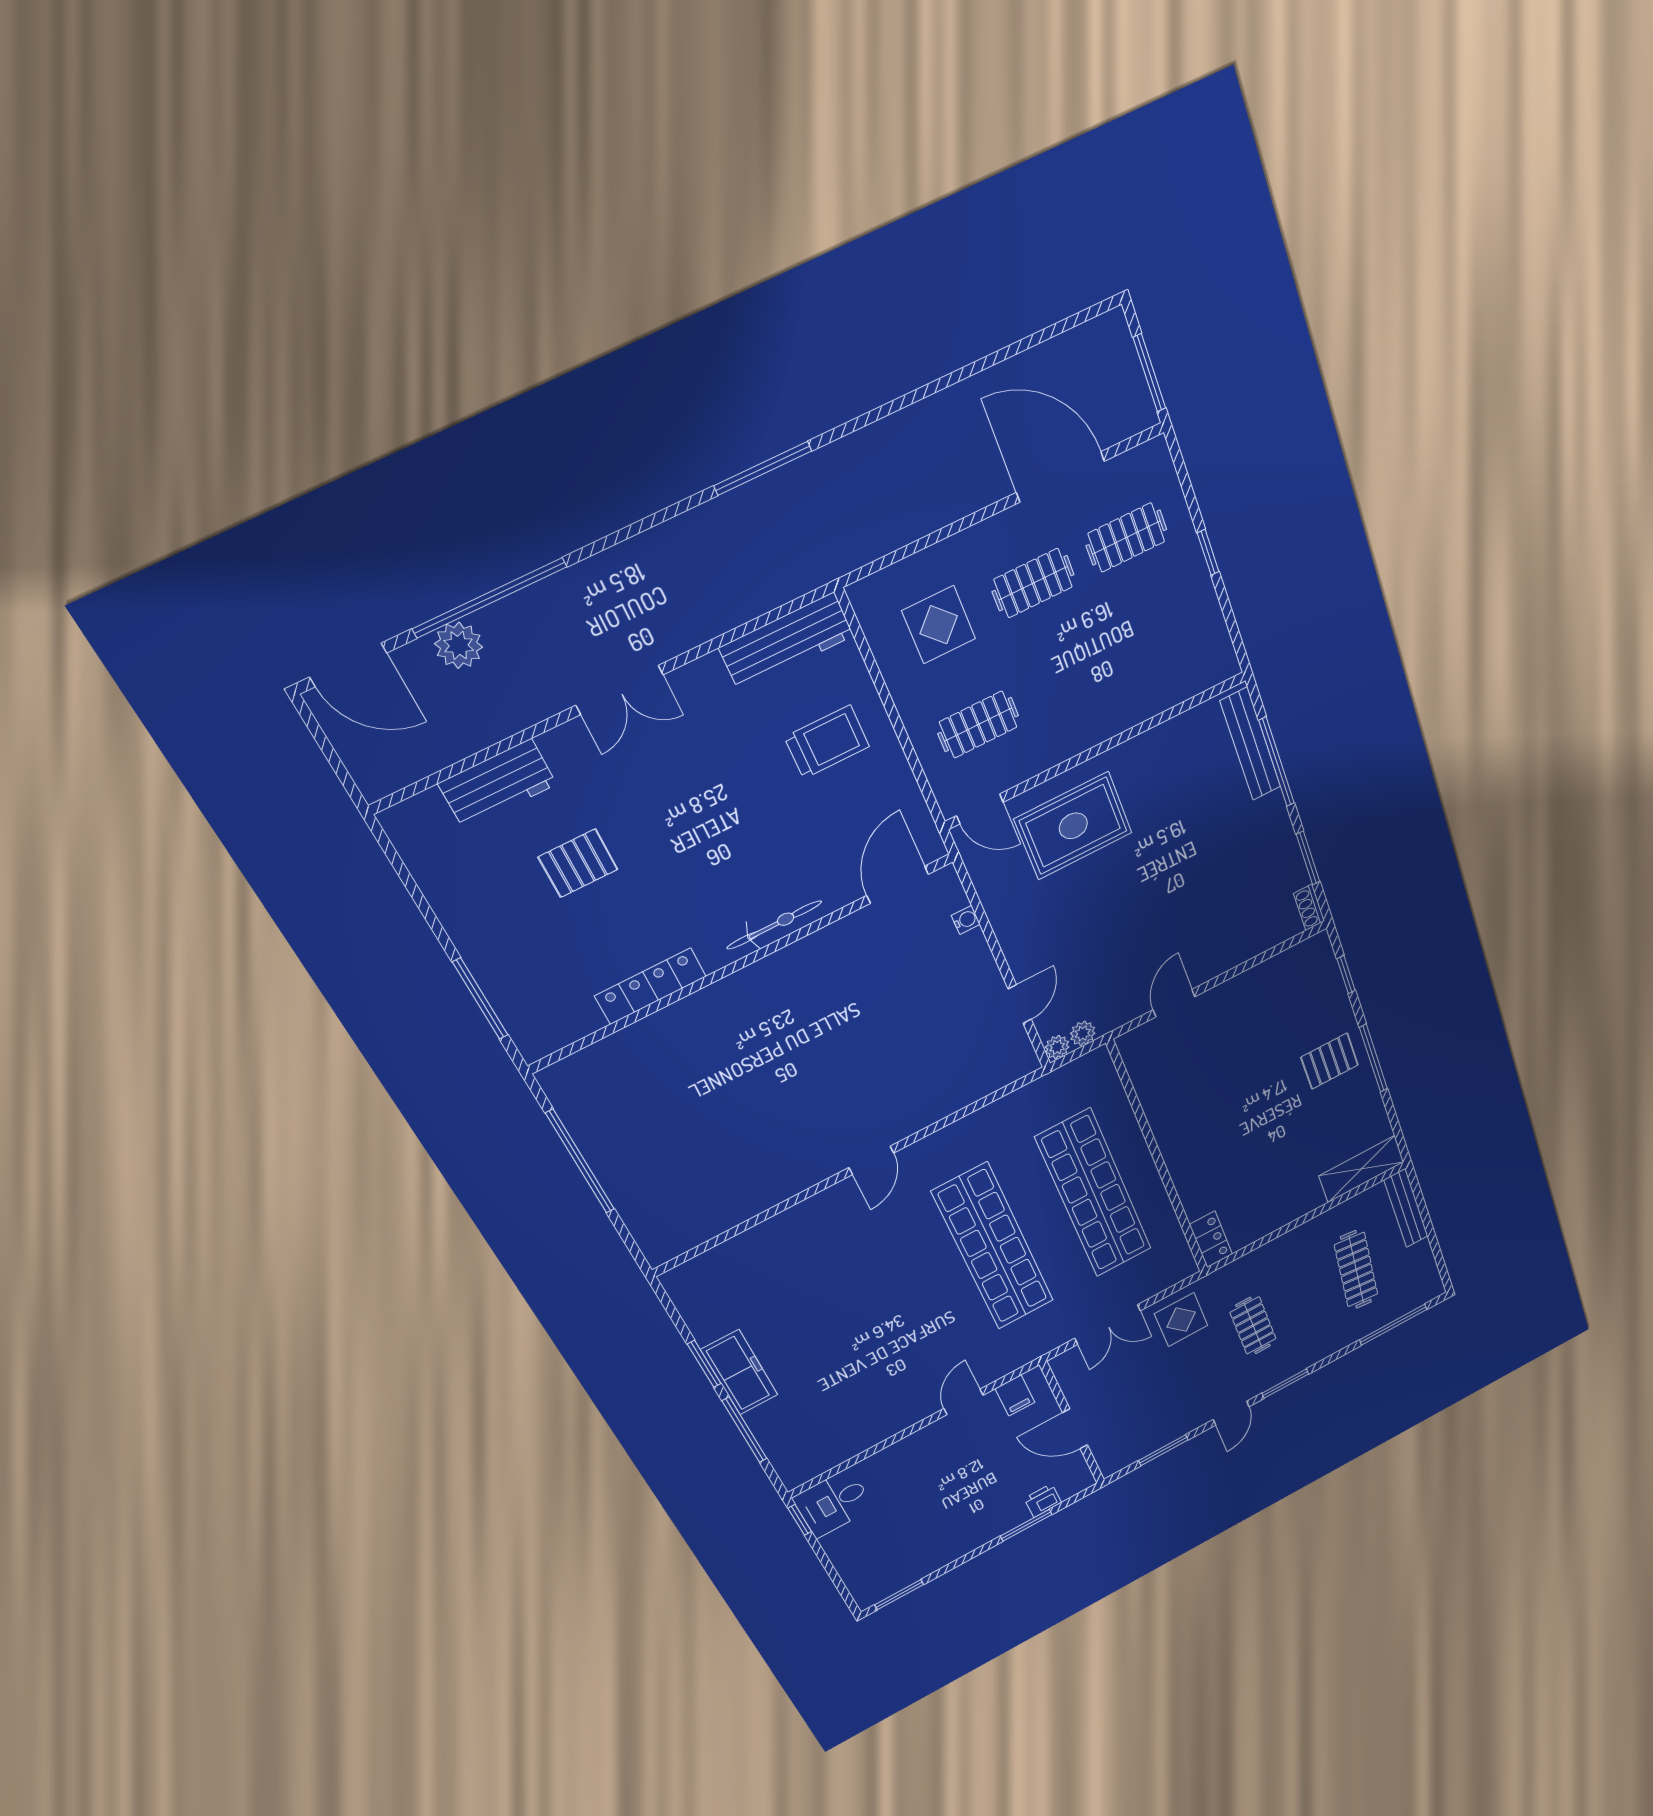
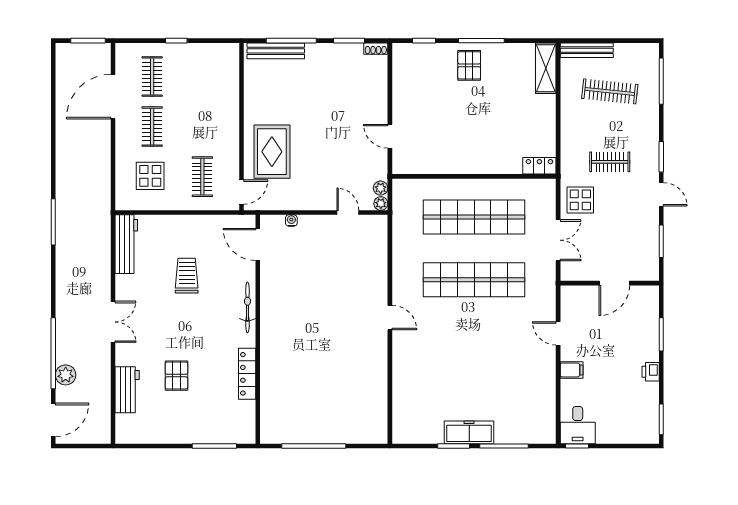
trolley: (827, 742) -> (187, 276), moved
filing cabinet: (1015, 1395) -> (572, 370), moved
printer: (1043, 1501) -> (651, 372), moved

